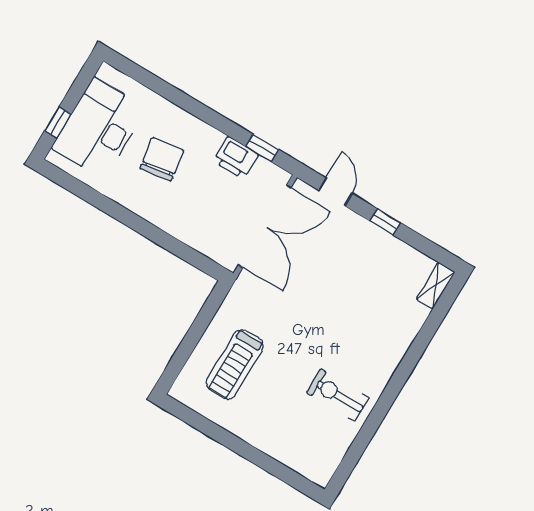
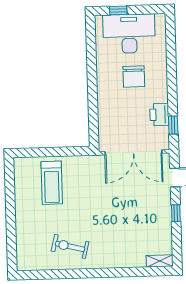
chair: (162, 159) -> (134, 77), turned 99
treadmill: (235, 364) -> (52, 183), turned -90
exercise bike: (337, 395) -> (70, 246), turned -76

